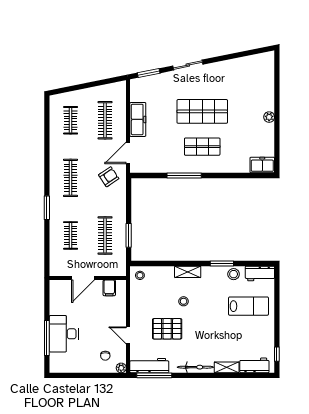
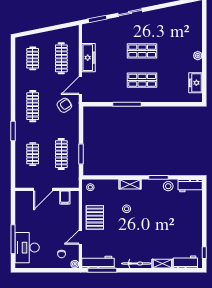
shop shelf: (202, 111) -> (142, 51), width x0.70, depth x0.74
freezer: (262, 165) -> (196, 83), moved, turned -90
lab bench: (248, 306) -> (181, 213), removed
pallet: (167, 329) -> (95, 217), moved, turned 90
desk: (64, 334) -> (27, 248), moved
door: (128, 335) -> (80, 237), hinge flipped

